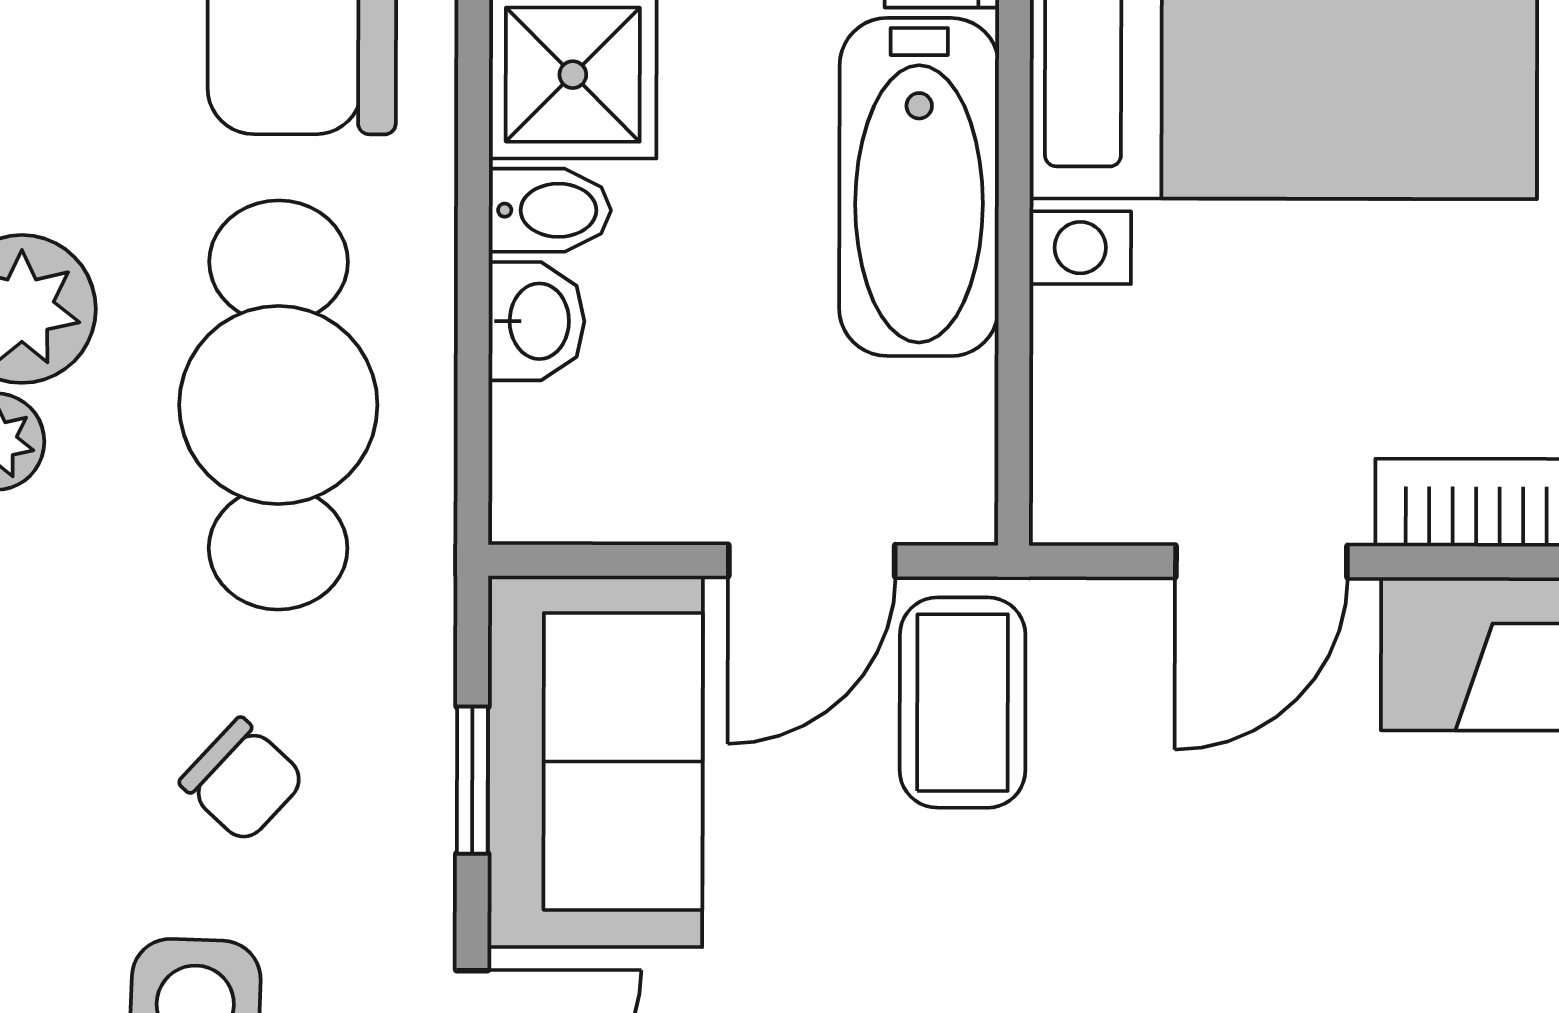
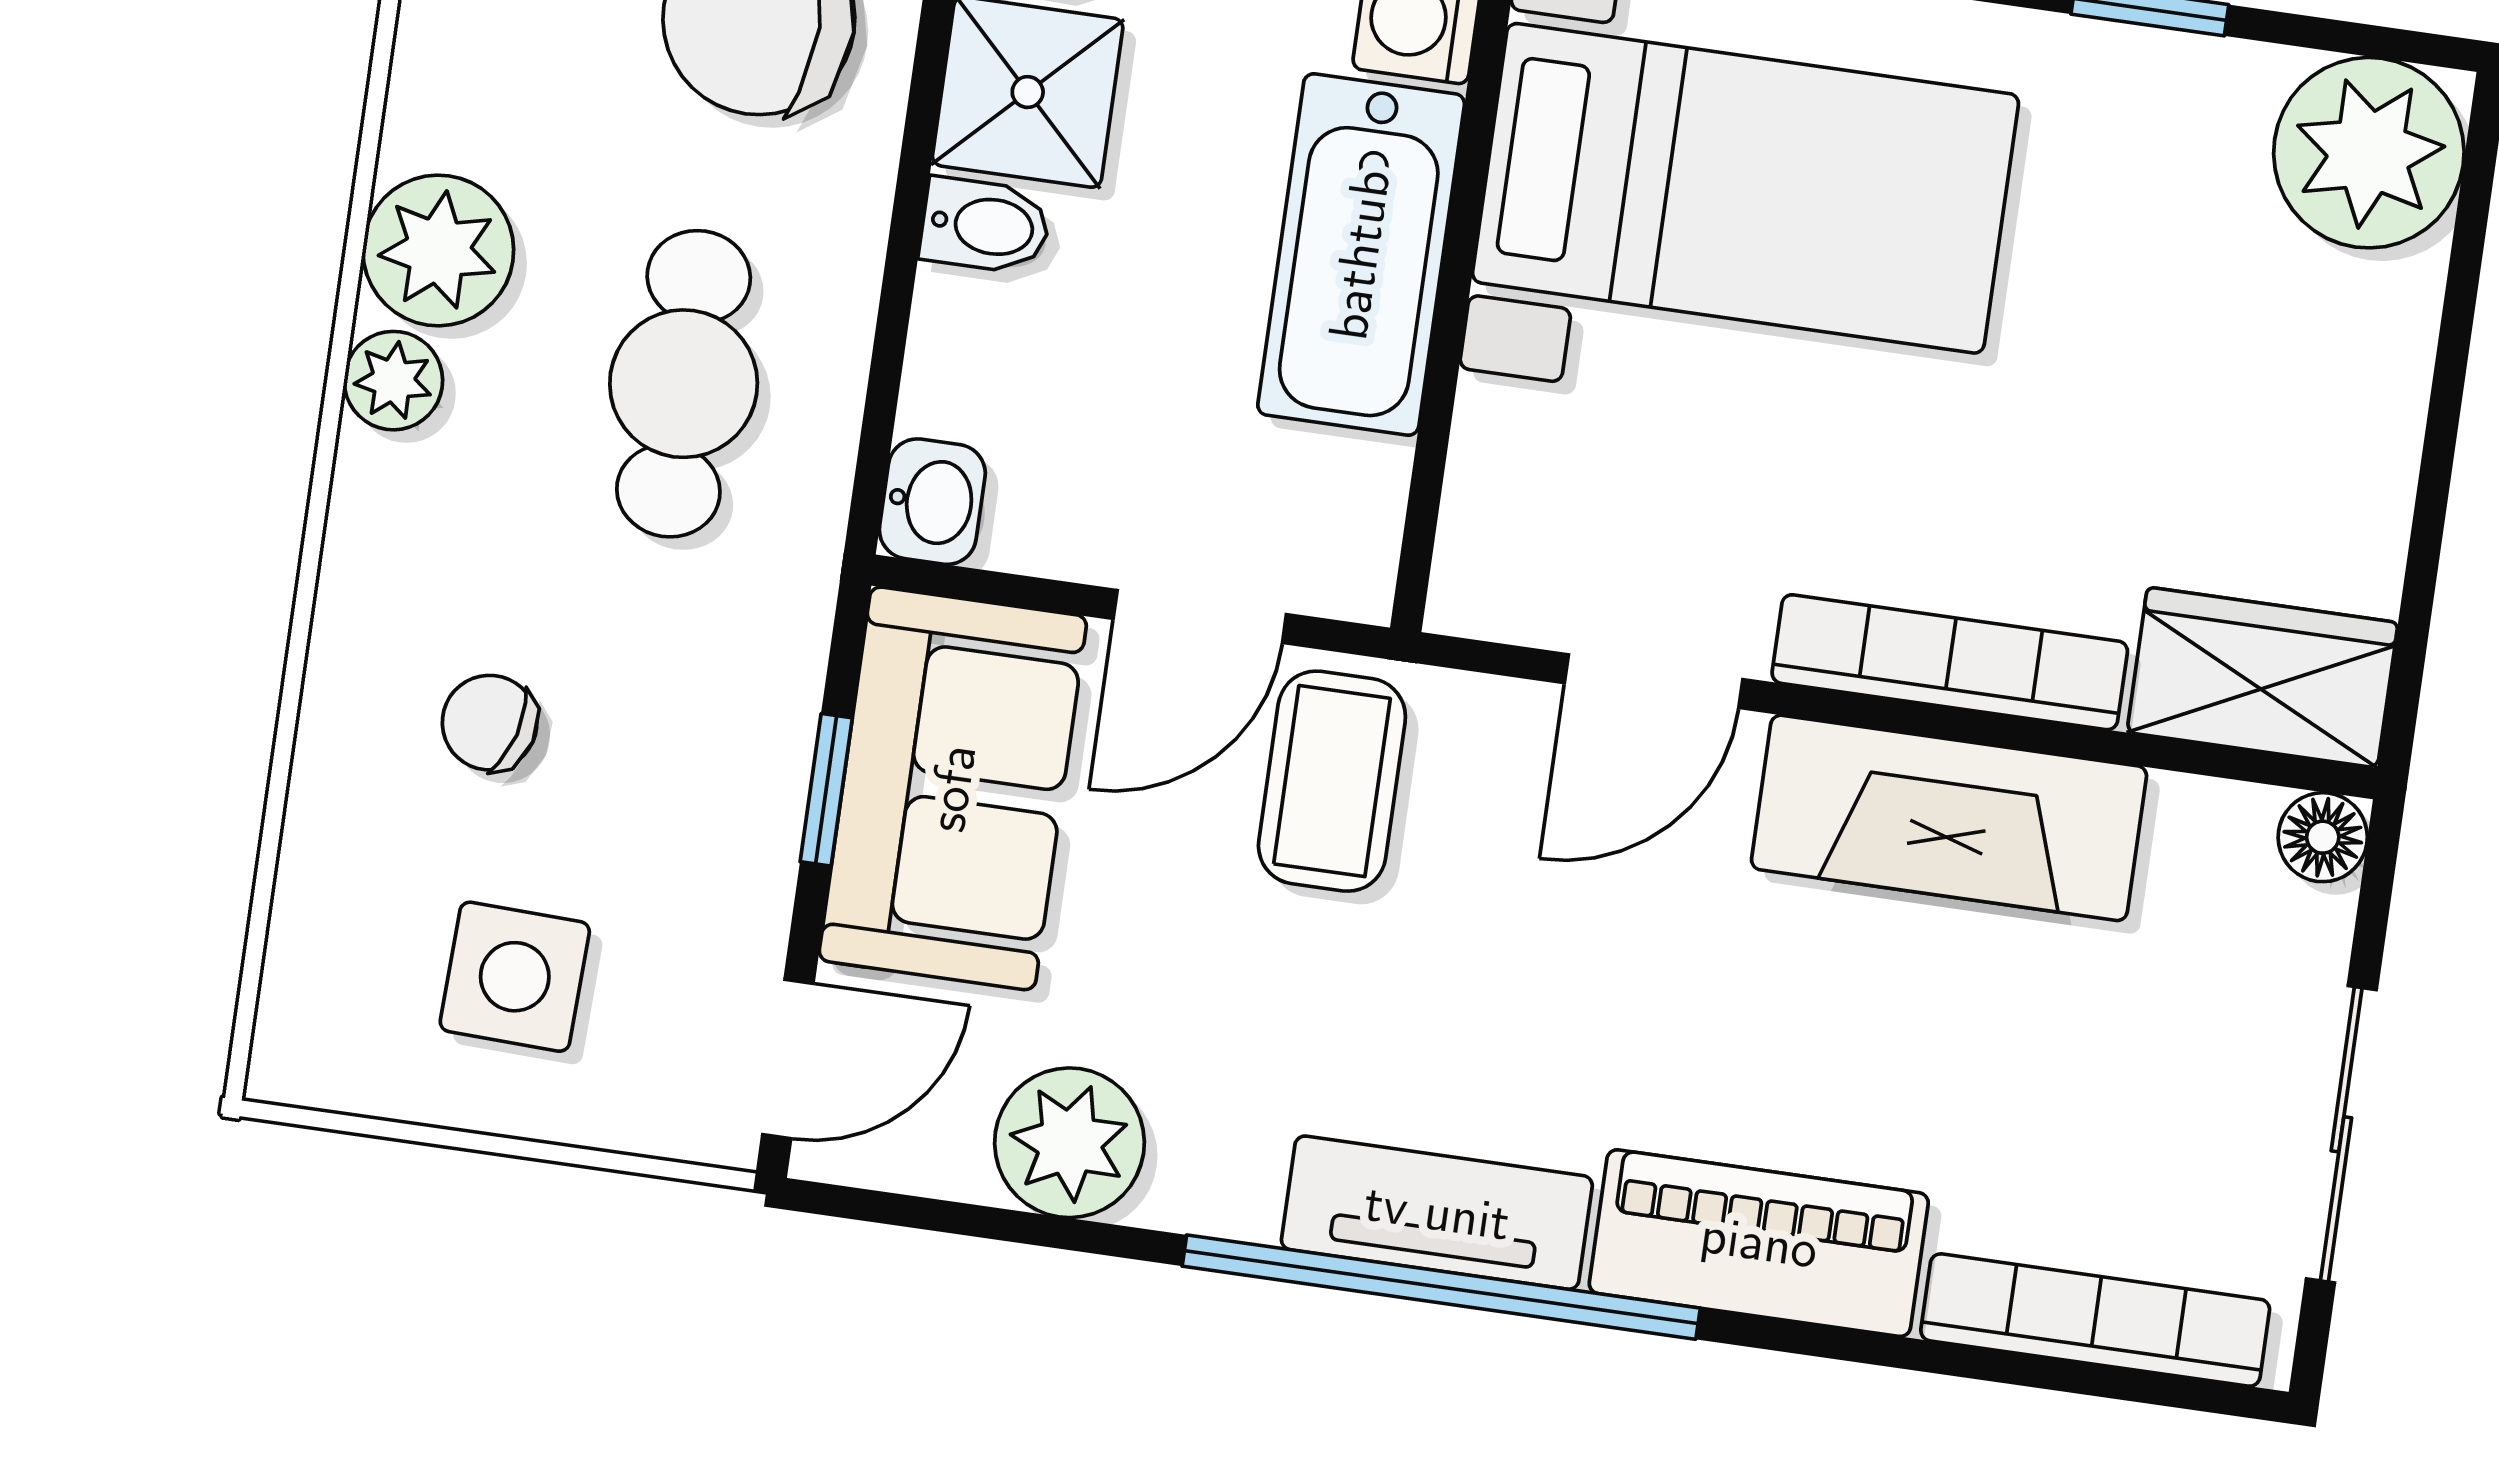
washbasin: (536, 321) -> (932, 502), moved
cafe table: (278, 405) -> (684, 384), width x0.73, depth x0.74
chair: (243, 780) -> (490, 723), moved, turned 153

